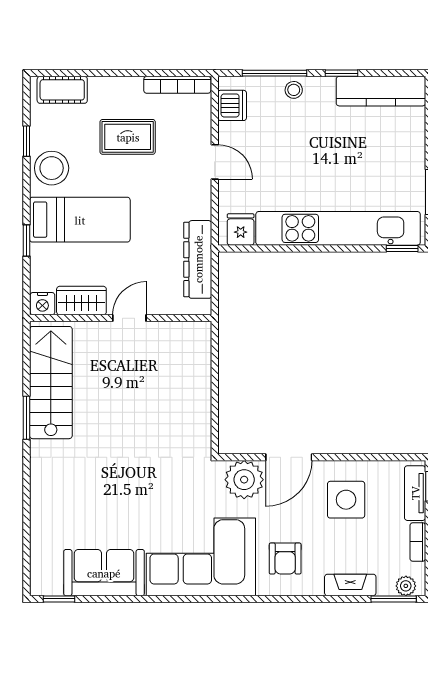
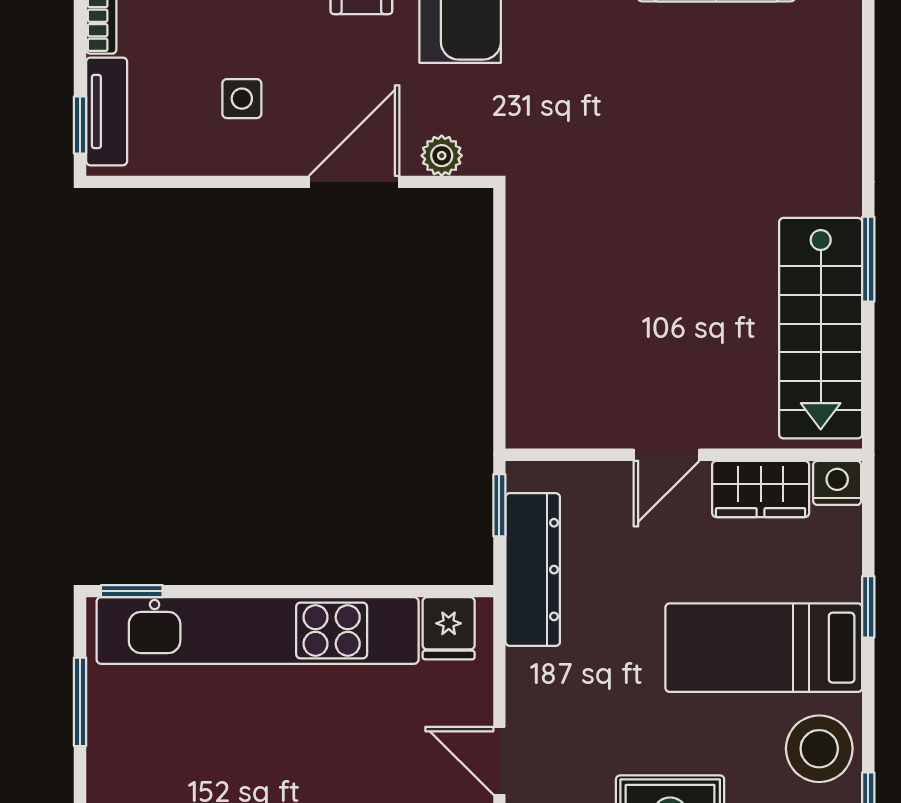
window: (215, 292) -> (499, 505), added
plant: (244, 480) -> (442, 156), width x0.53, depth x0.53
side table: (346, 500) -> (242, 99), width x0.54, depth x0.54

